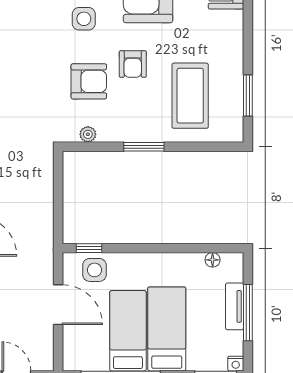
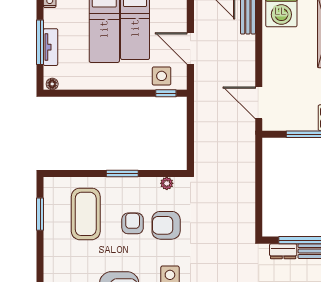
armchair: (133, 64) -> (133, 223), moved
floor lamp: (213, 260) -> (52, 84), moved

